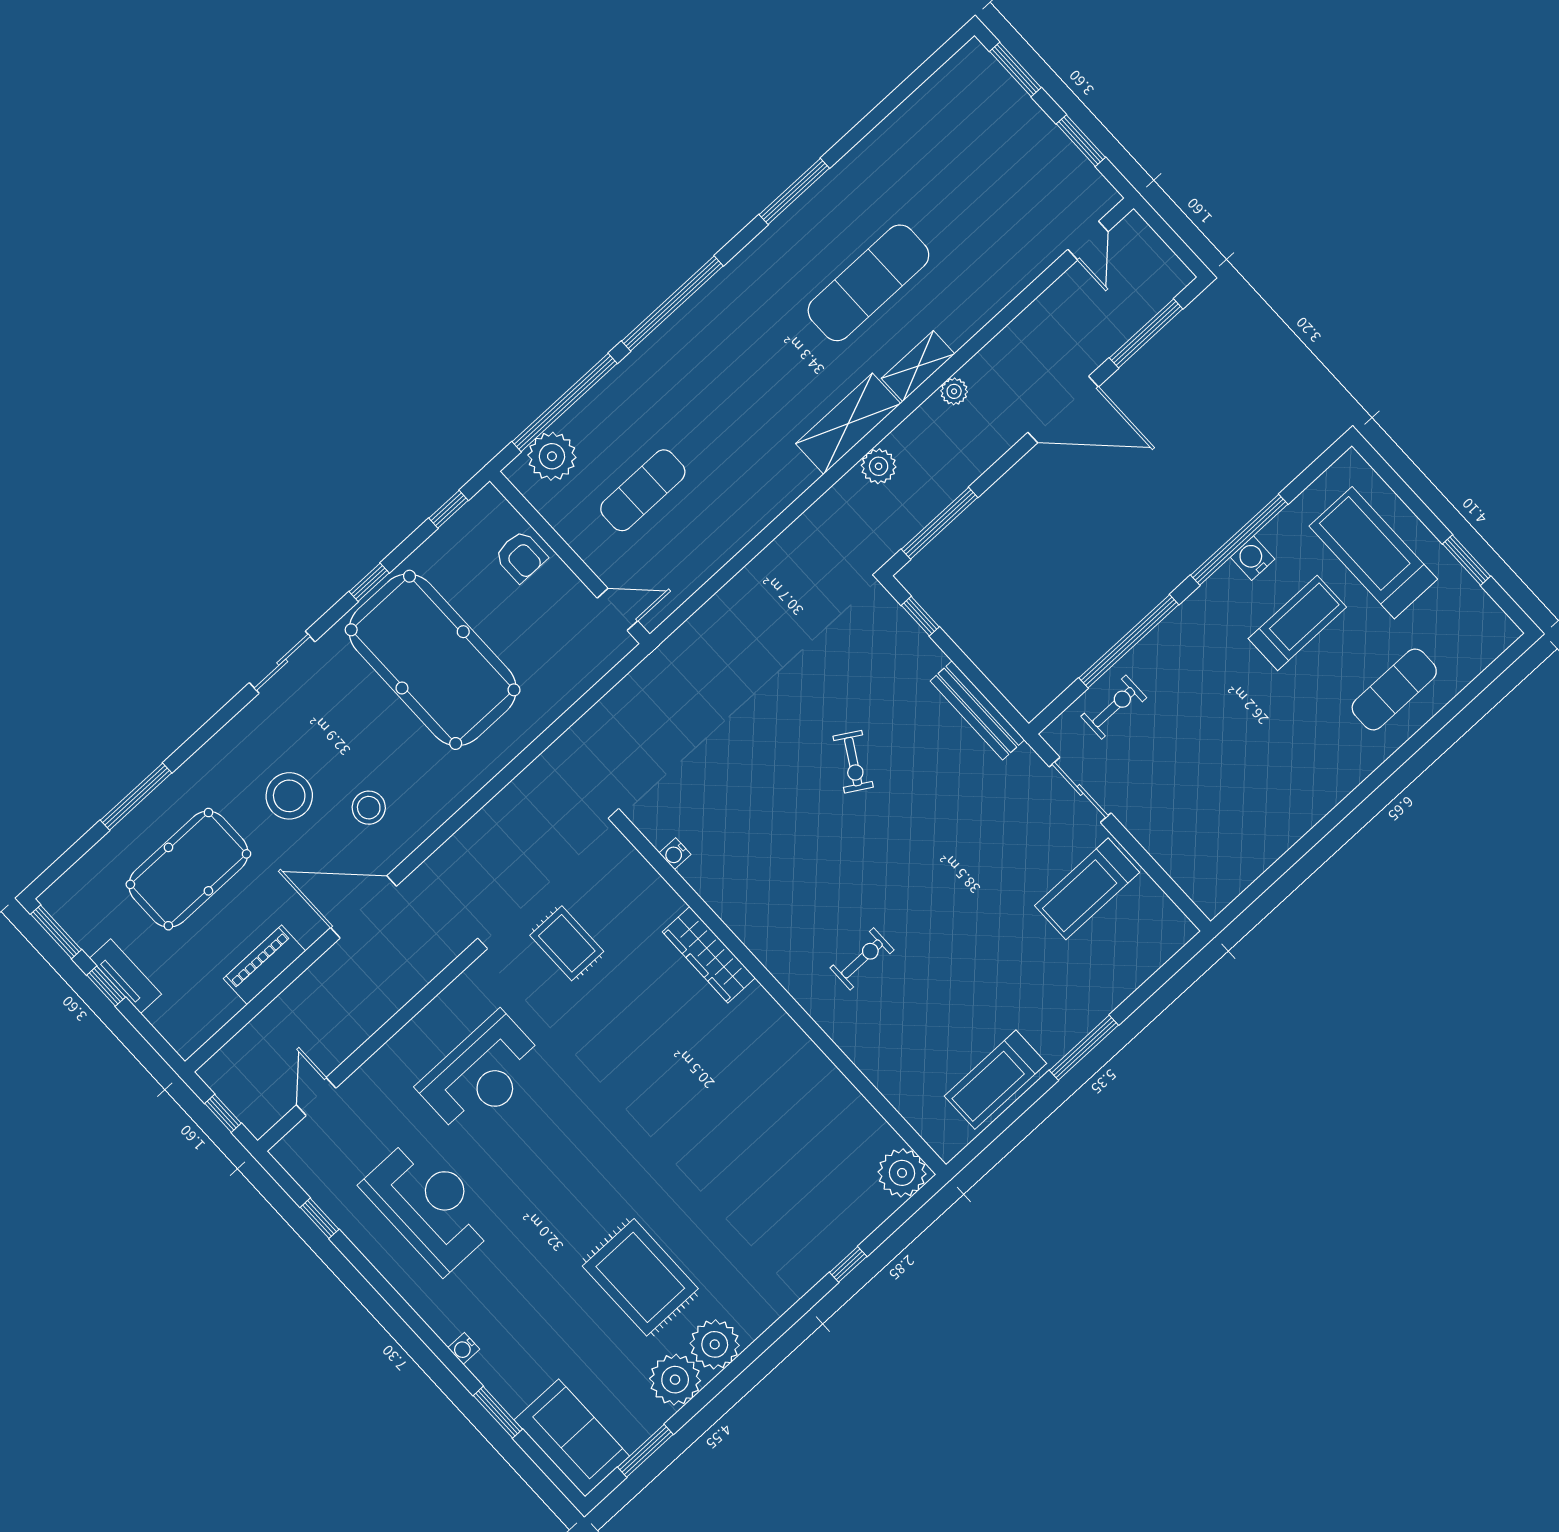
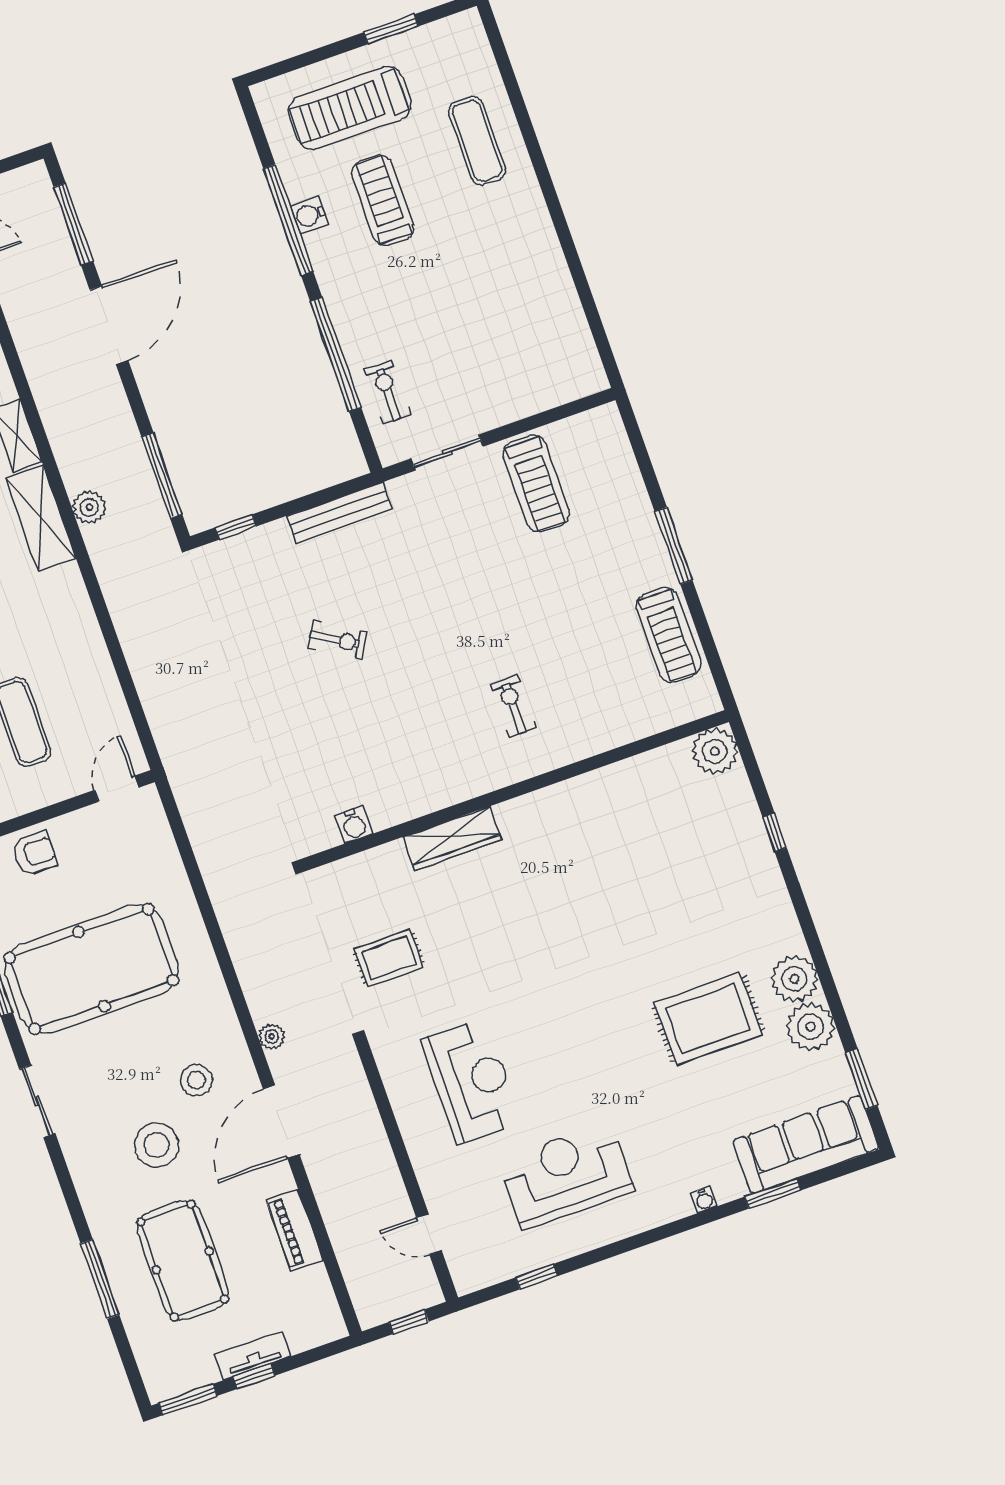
plant: (954, 391) -> (272, 1037), moved
water cooler: (675, 854) -> (354, 825), width x1.38, depth x1.38
sofa: (572, 1438) -> (806, 1145), width x1.36

